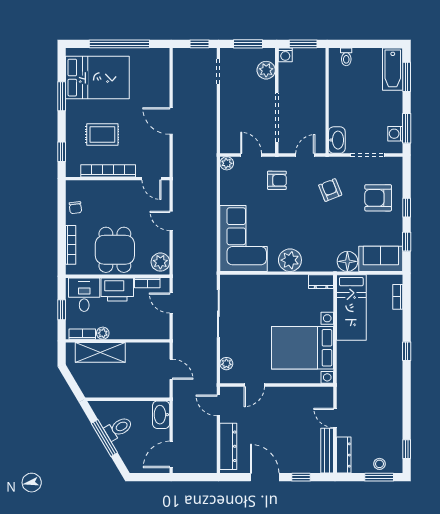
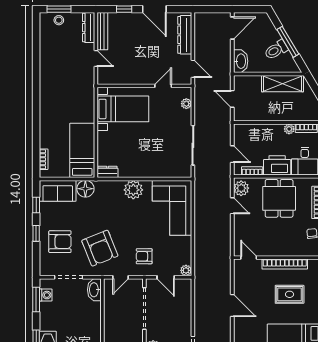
armchair: (330, 190) -> (100, 248), width x1.88, depth x1.88
door: (171, 221) -> (232, 206), moved
bed with nightstands: (302, 348) -> (123, 109), width x0.73
window: (407, 351) -> (36, 114), removed
shelving: (100, 352) -> (283, 84), moved
window: (407, 449) -> (36, 32), removed

